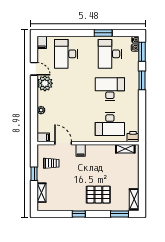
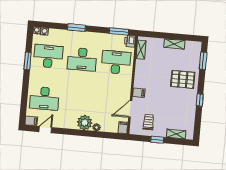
window: (142, 52) -> (119, 31), moved
desk: (110, 54) -> (48, 56), turned 180
door: (34, 69) -> (45, 130), moved
plant: (45, 83) -> (85, 123), moved
desk: (110, 89) -> (82, 59), turned -90
desk: (110, 124) -> (116, 62), turned -90
pallet: (98, 195) -> (183, 79), turned 90
shelving: (134, 199) -> (174, 44), moved

